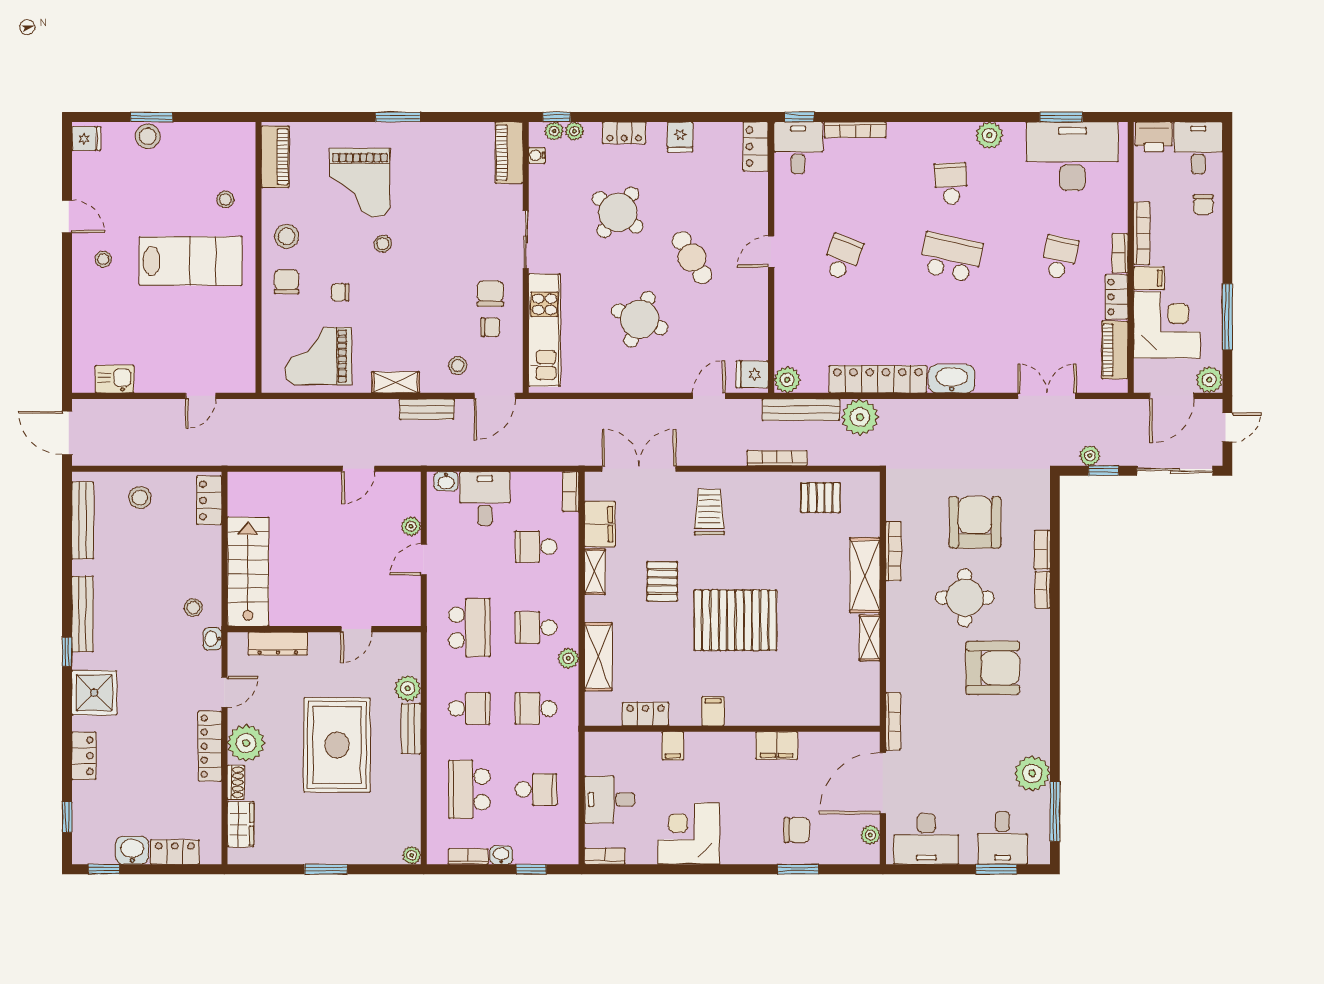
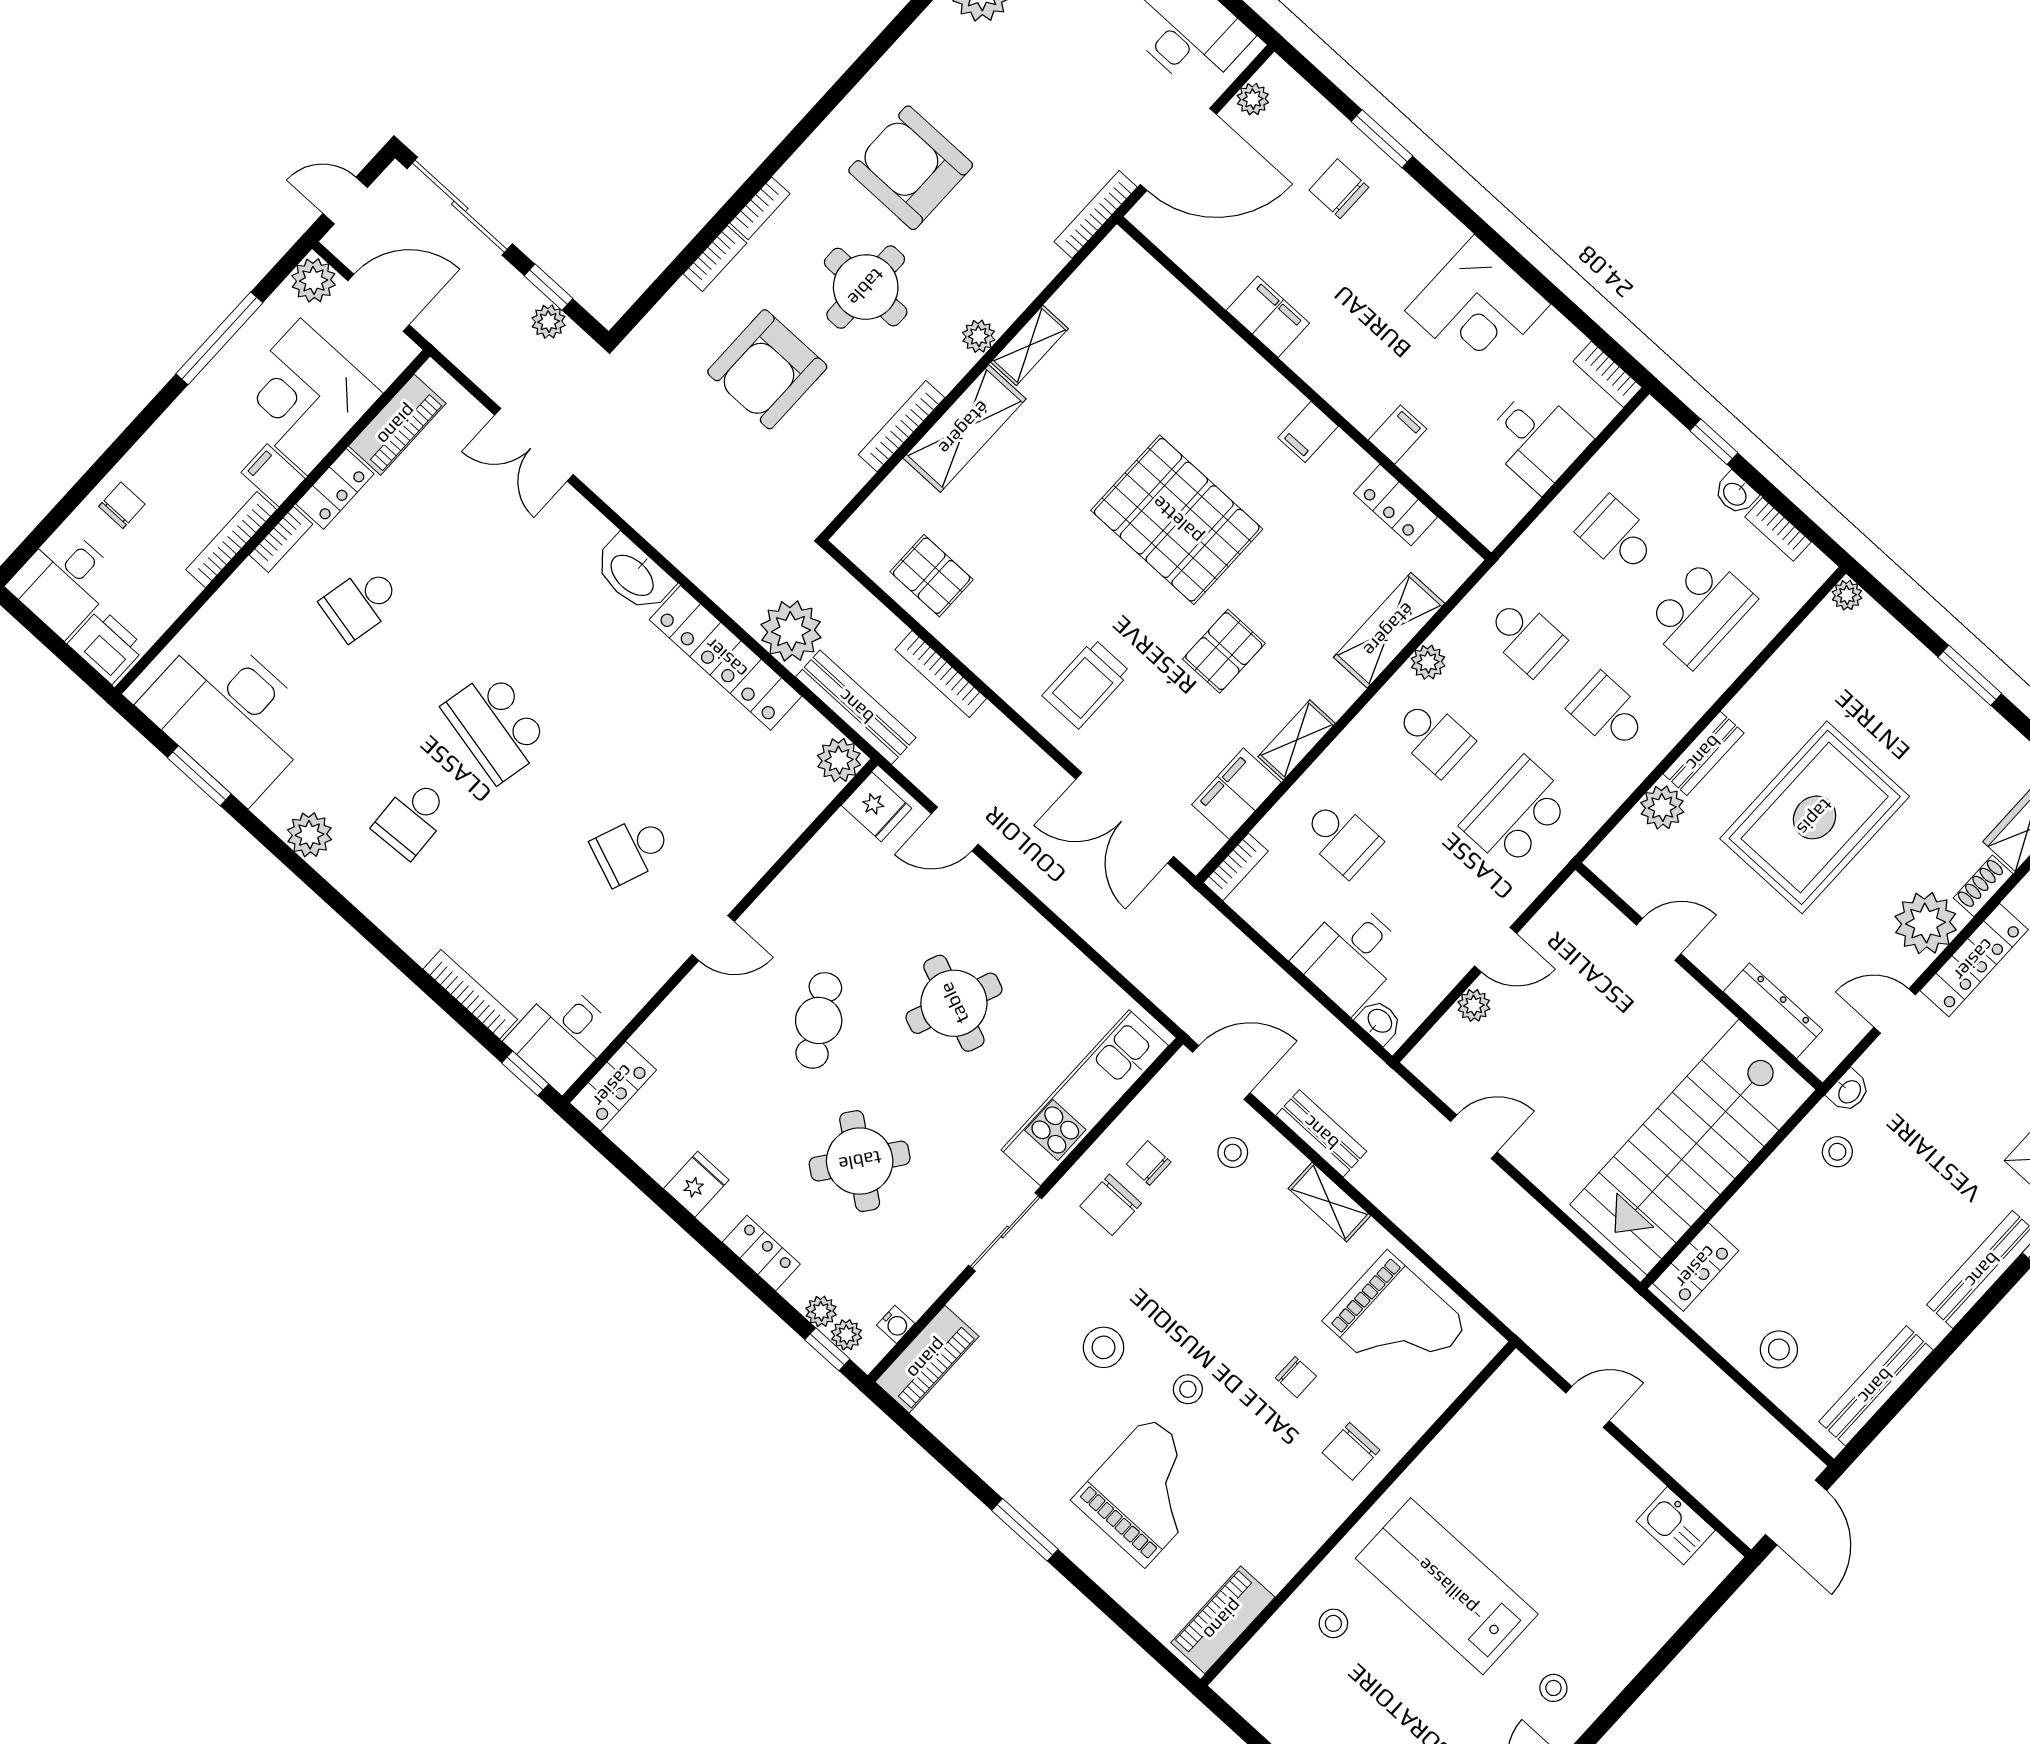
stool: (287, 236) -> (1104, 1347), moved
stairs: (248, 572) -> (1693, 1147), width x1.36, depth x1.51
plant: (896, 621) -> (979, 336), added

